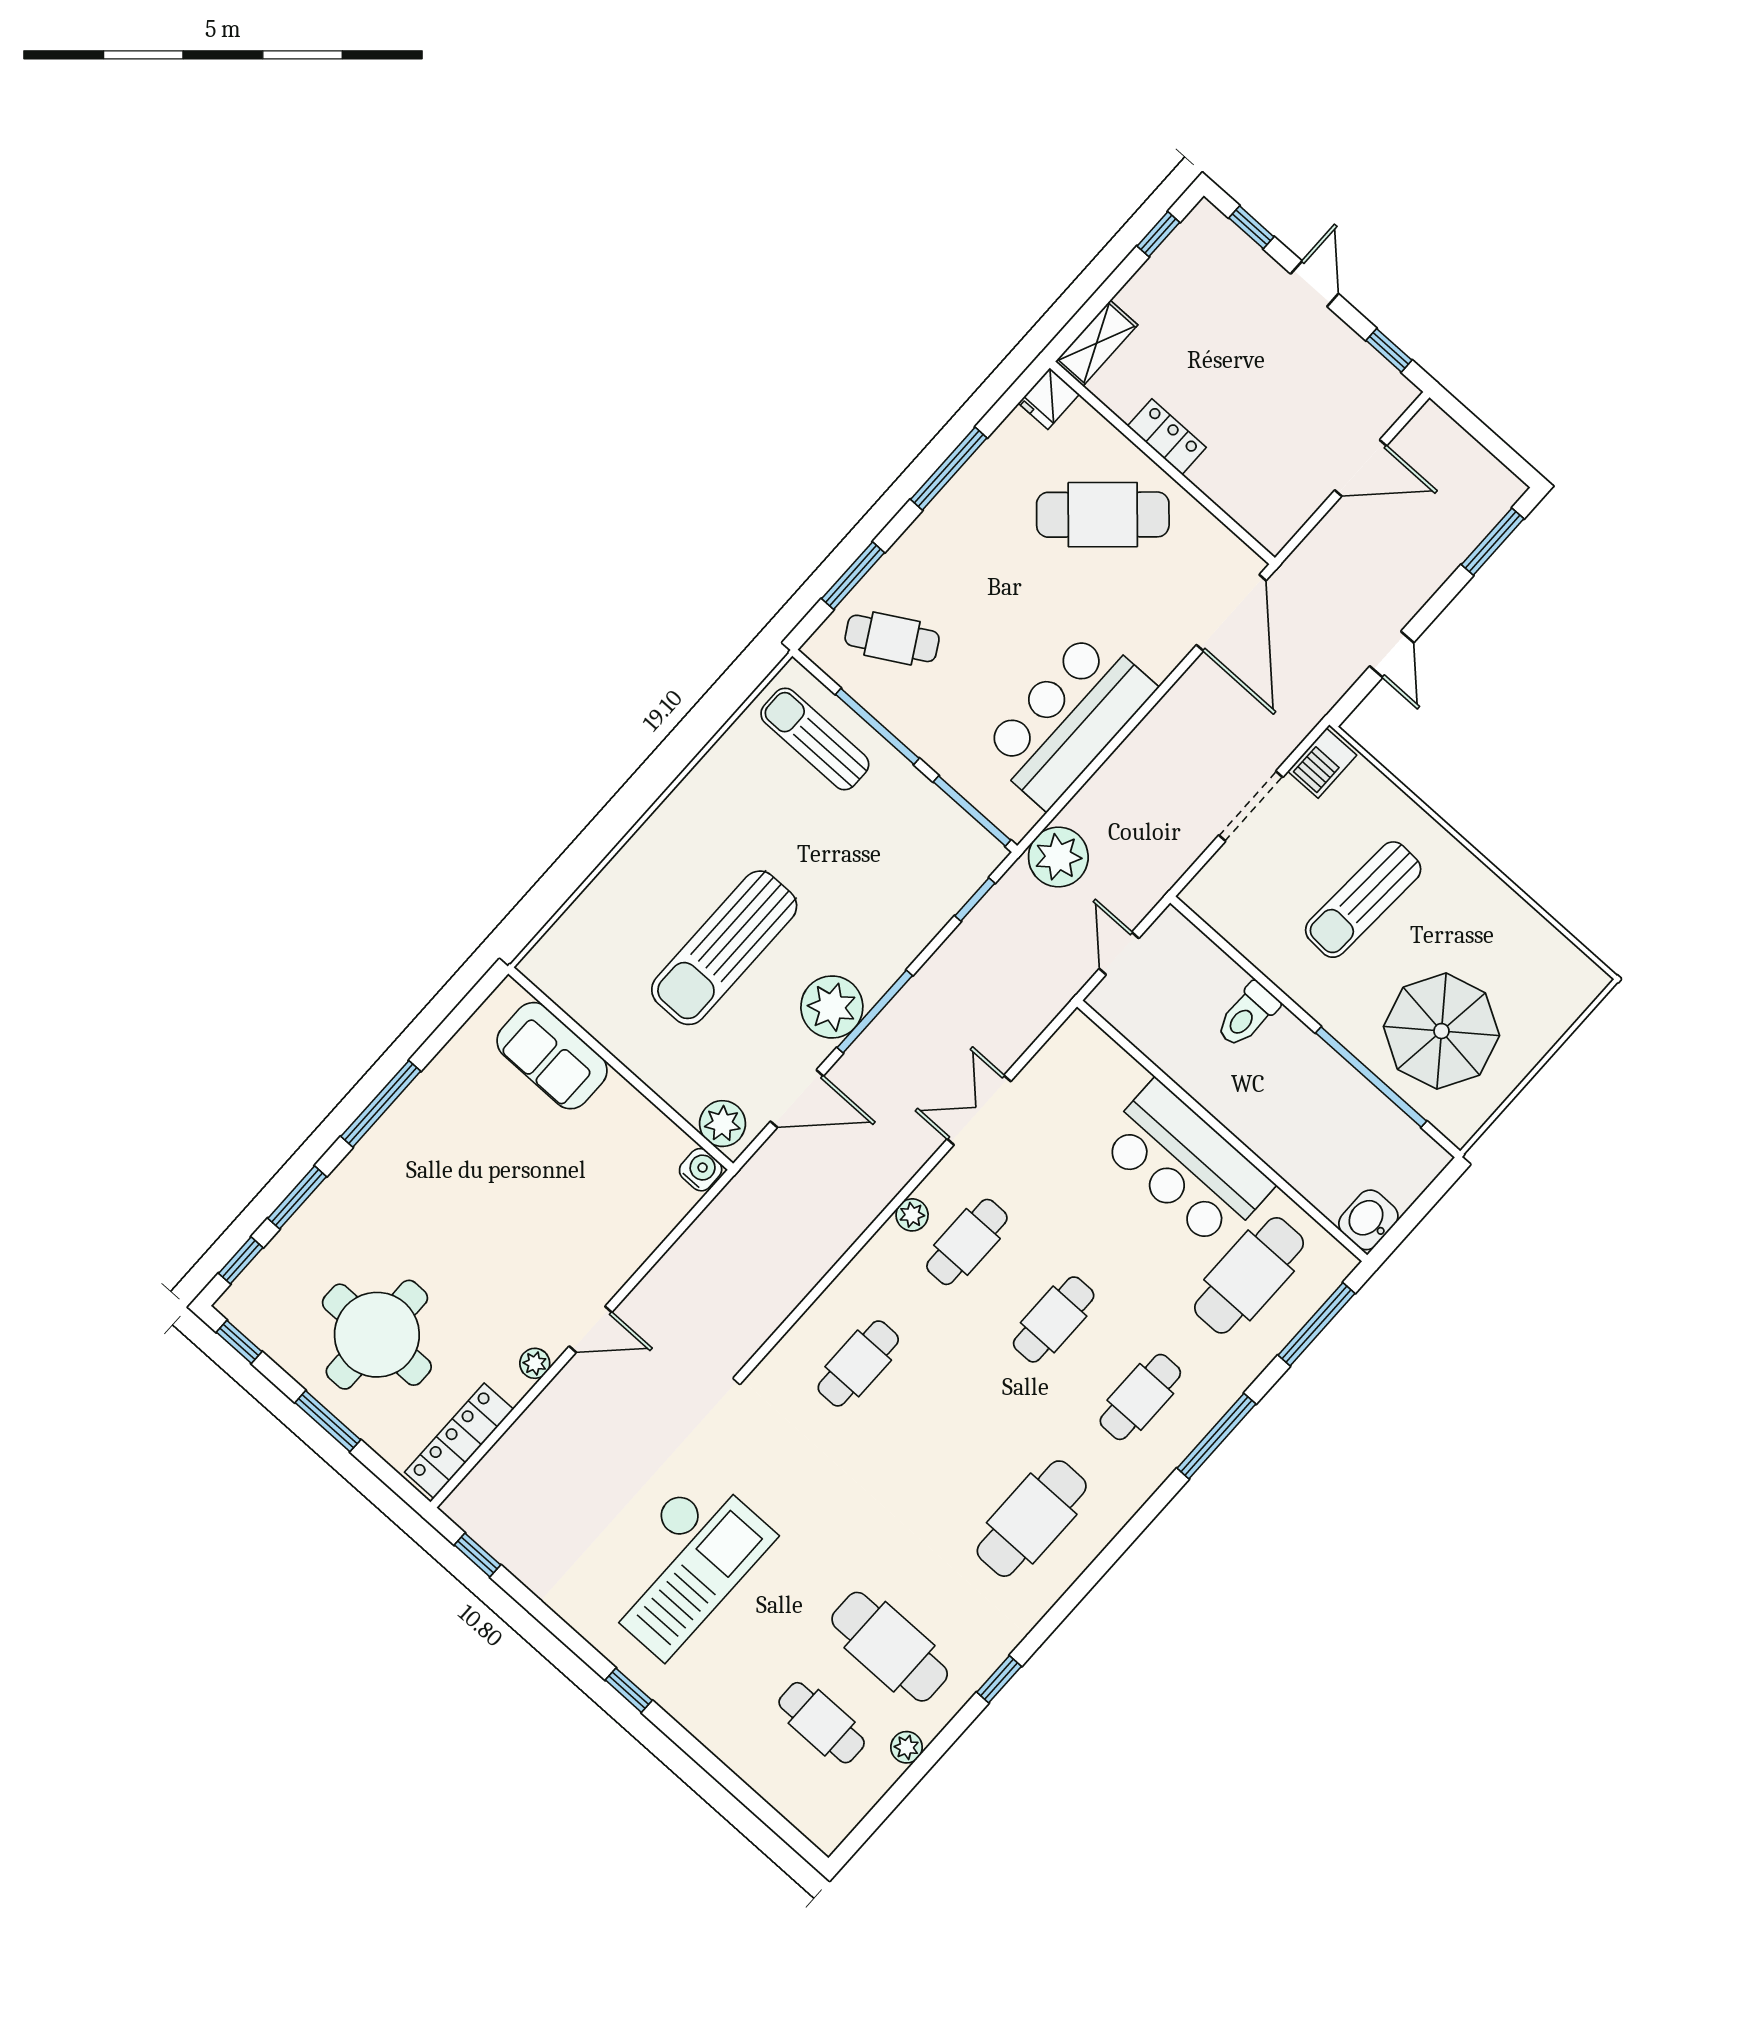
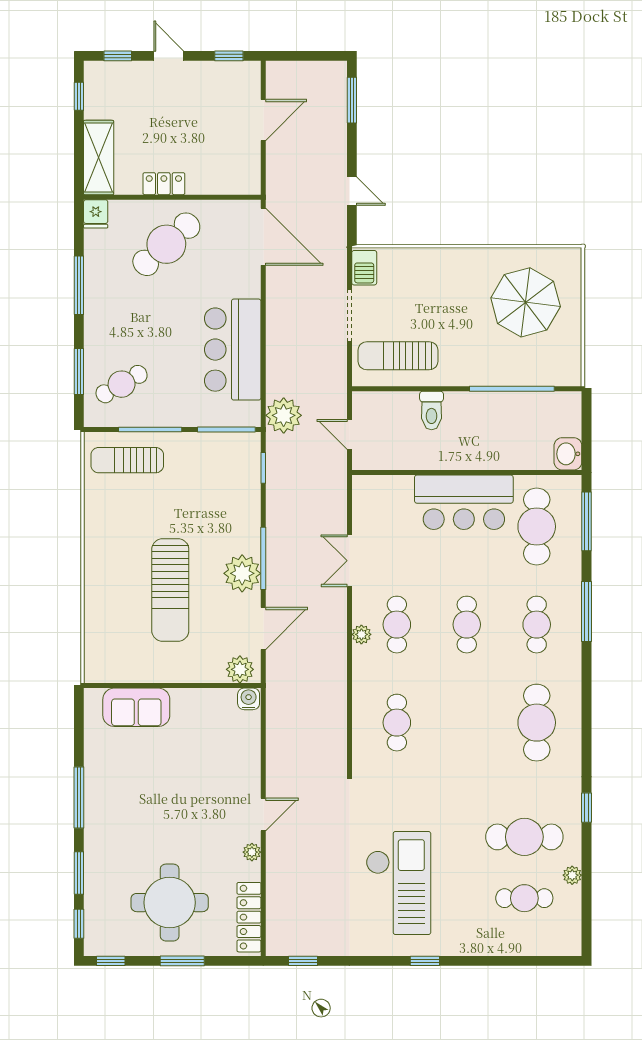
shelving: (1096, 343) -> (99, 158), width x1.50, depth x1.33
sun lounger: (1363, 900) -> (398, 356), moved, turned 87
parasol: (1441, 1031) -> (526, 302), moved

